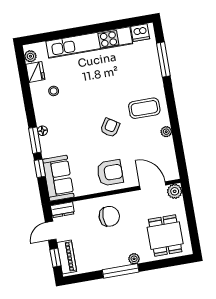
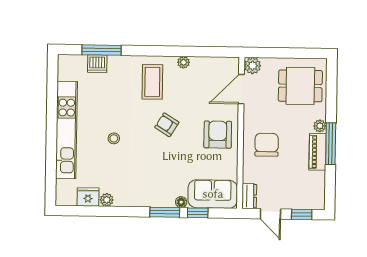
dishwasher: (140, 33) -> (97, 64), moved, turned 90
plant: (30, 56) -> (107, 200), moved
stool: (54, 91) -> (114, 138), moved
floor lamp: (42, 131) -> (181, 202), moved
piano: (67, 257) -> (317, 152), moved, turned -90

